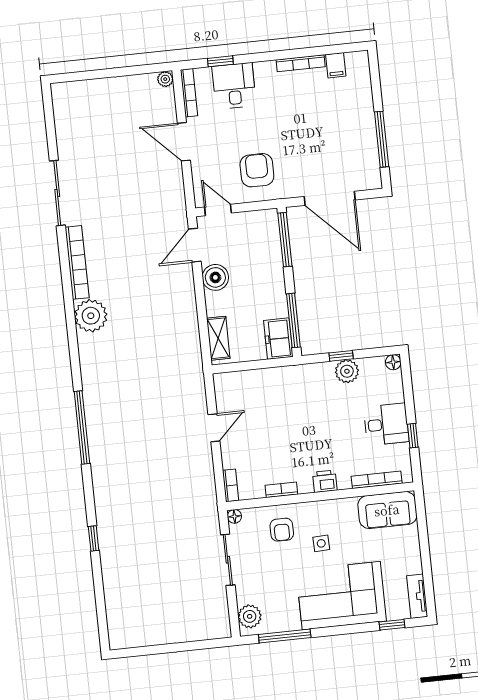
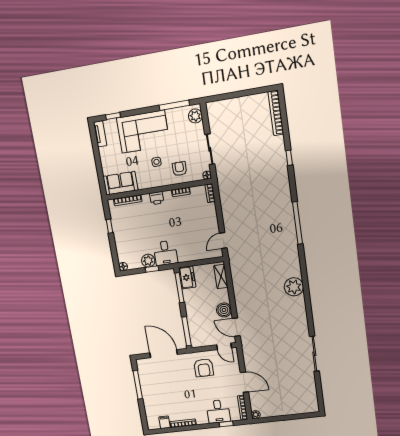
door: (195, 245) -> (236, 327), swing flipped
bookcase: (77, 262) -> (276, 113), moved
desk: (386, 424) -> (165, 253), moved, turned -90
door: (214, 428) -> (223, 241), moved

